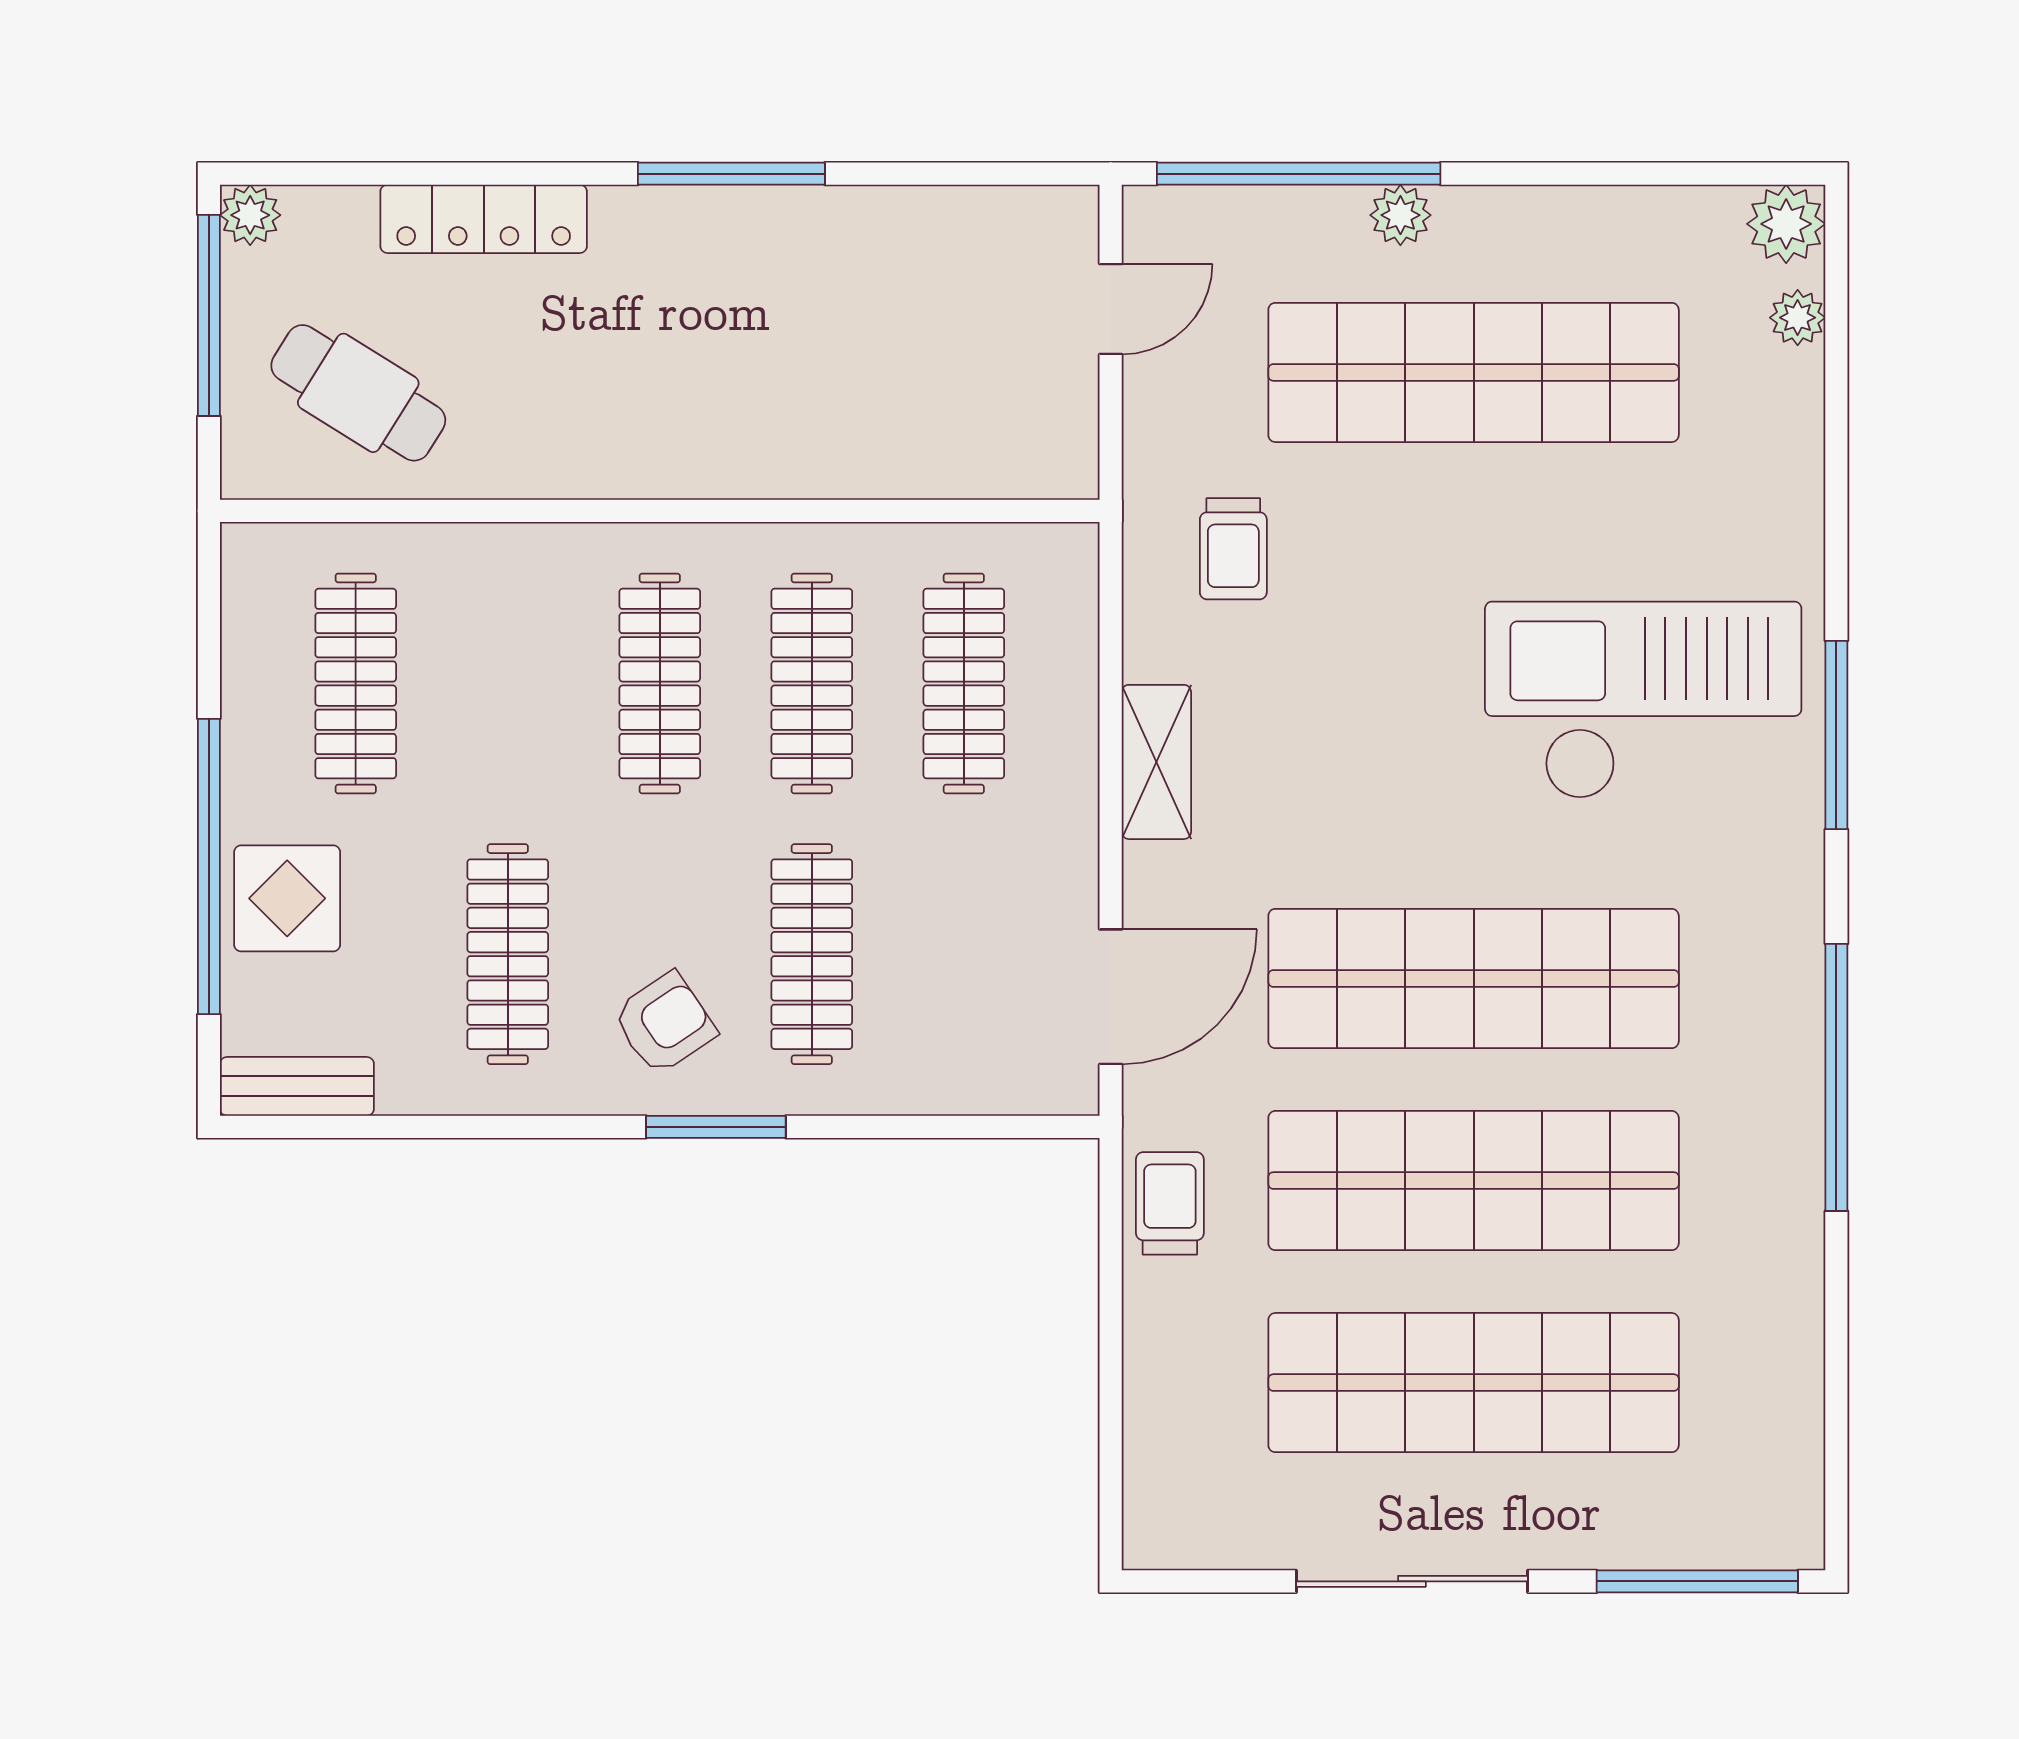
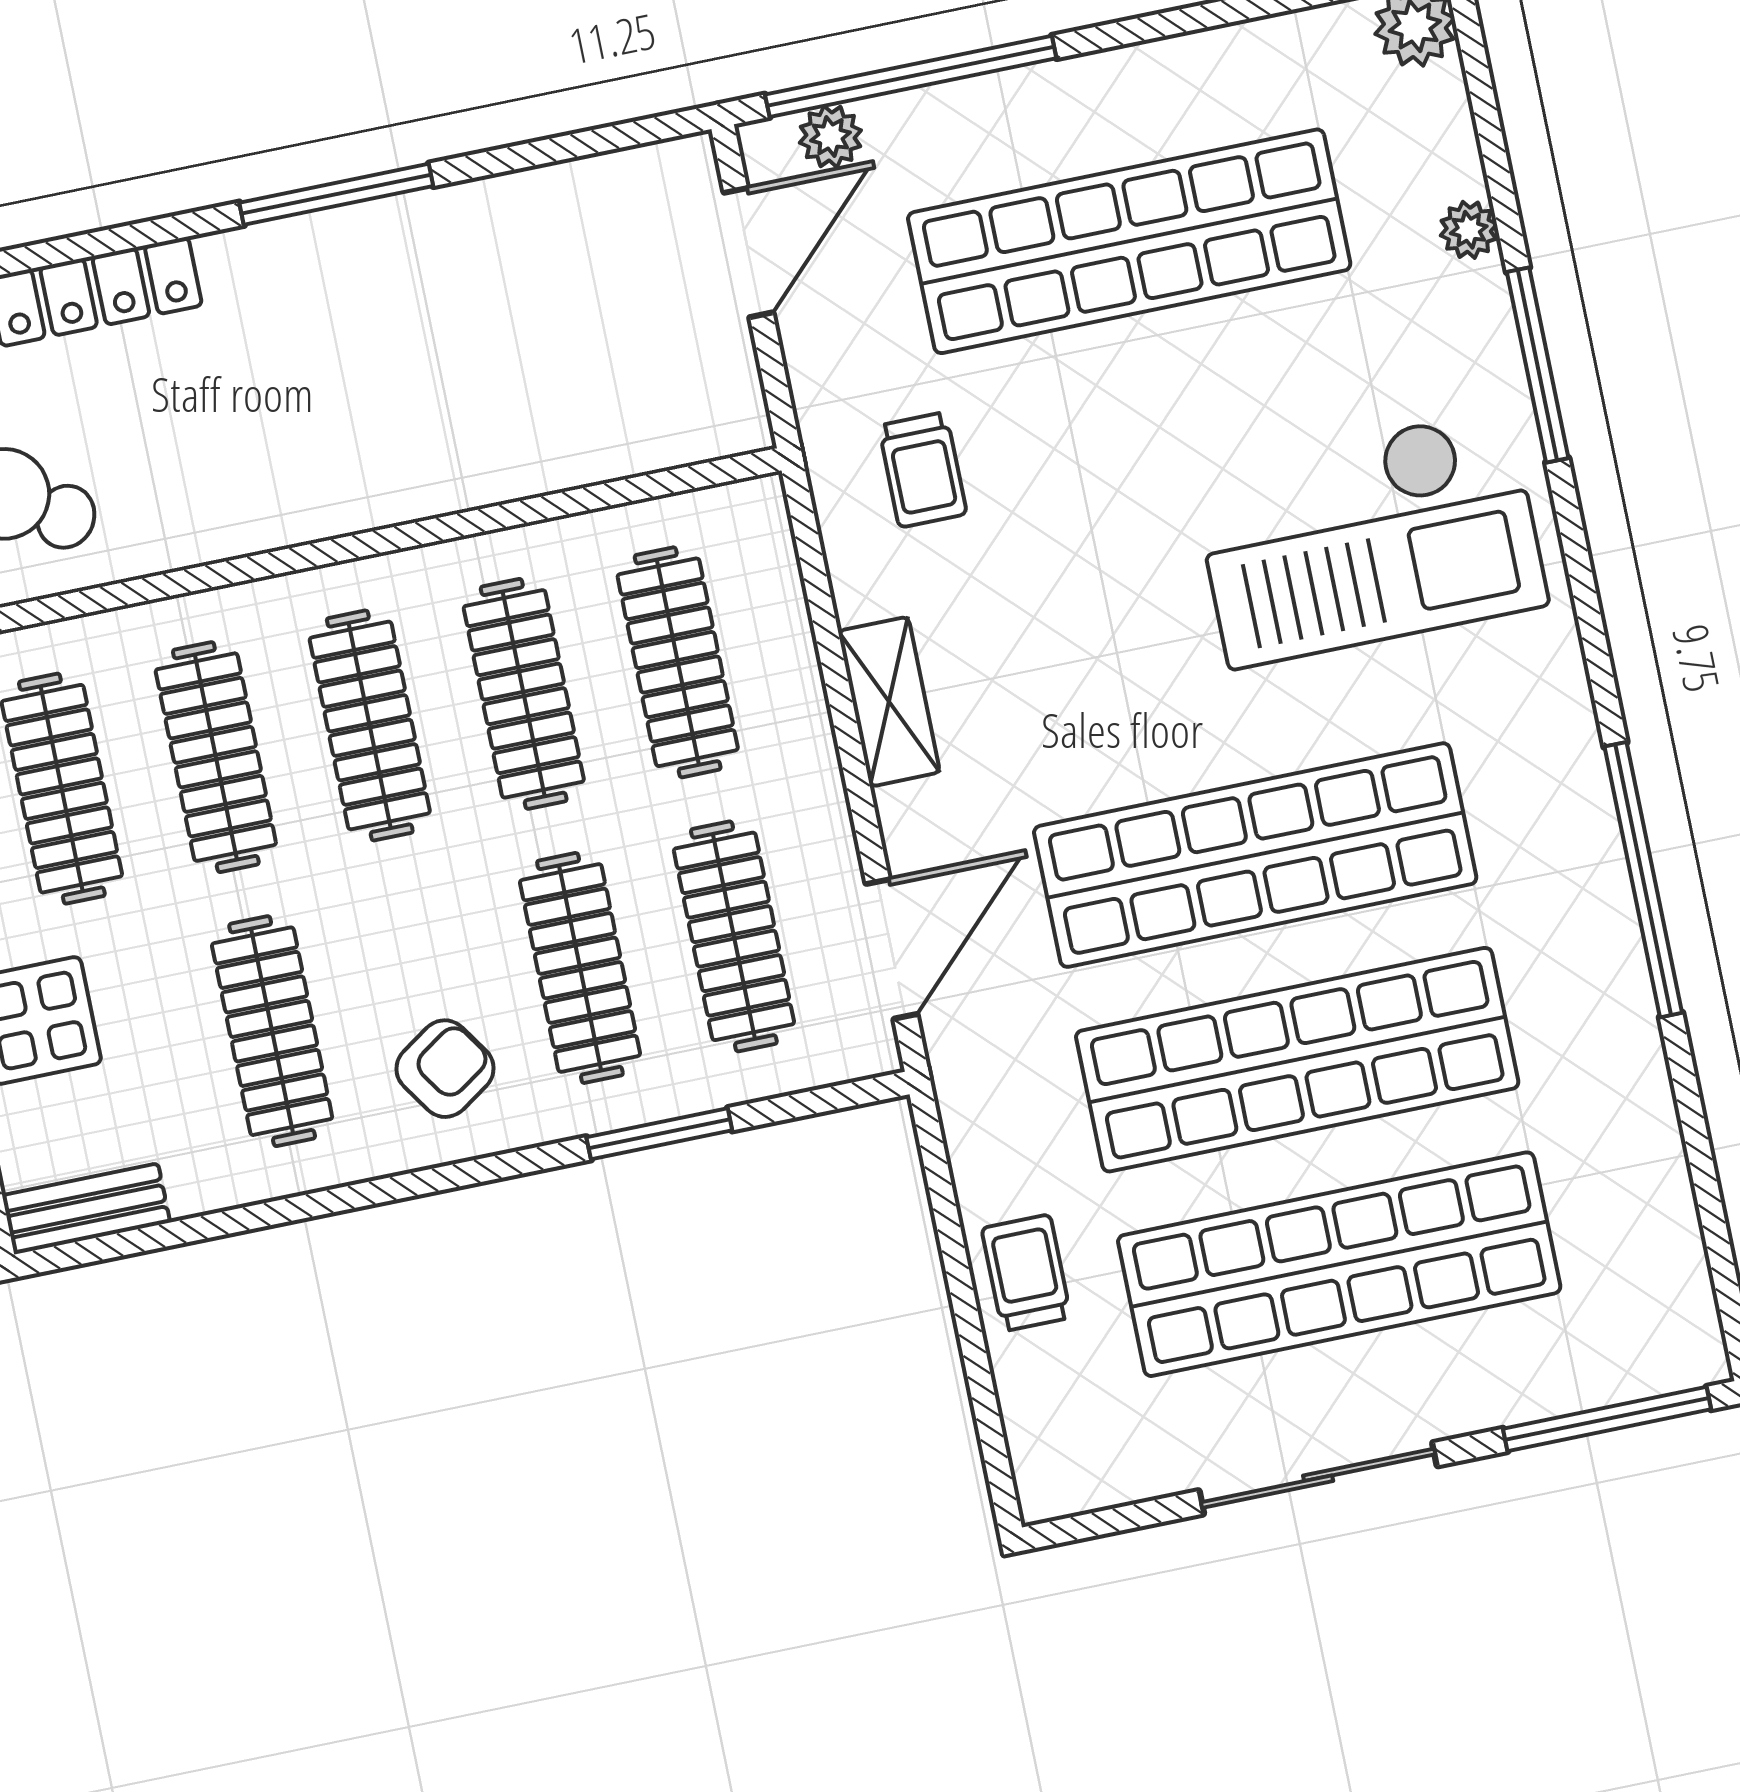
plant: (1400, 215) -> (830, 137), moved
door: (1111, 309) -> (749, 253), width x1.38
plant: (1798, 318) -> (1469, 230), moved
clothes rail: (508, 684) -> (216, 757), added
checkout: (1643, 700) -> (1369, 538), turned 180
window: (1836, 735) -> (1538, 365), moved
clothes rail: (964, 954) -> (734, 936), added
window: (716, 1127) -> (659, 1134), moved
trolley: (1170, 1203) -> (1026, 1273), moved

